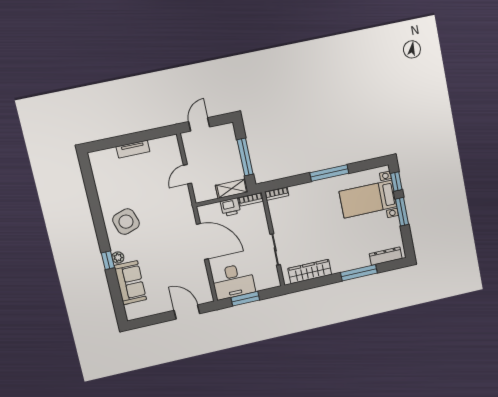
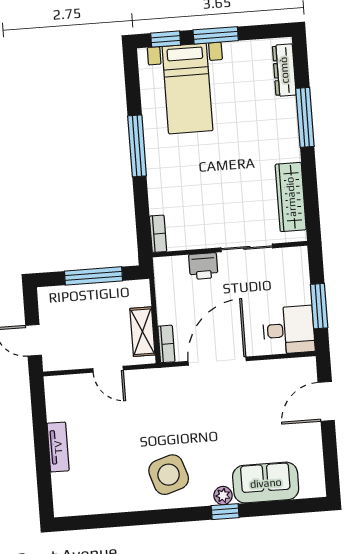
shelving: (232, 189) -> (142, 332), moved
bookcase: (251, 199) -> (166, 344), moved
printer: (230, 207) -> (203, 266), moved, turned 90
desk: (233, 281) -> (289, 330), width x0.73

